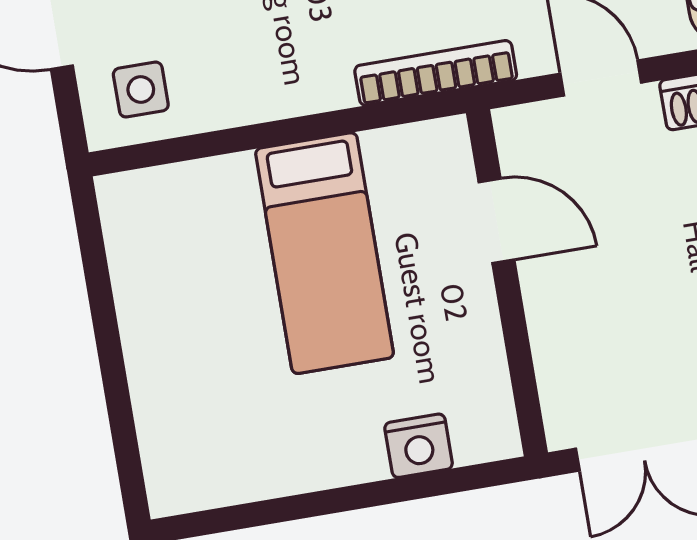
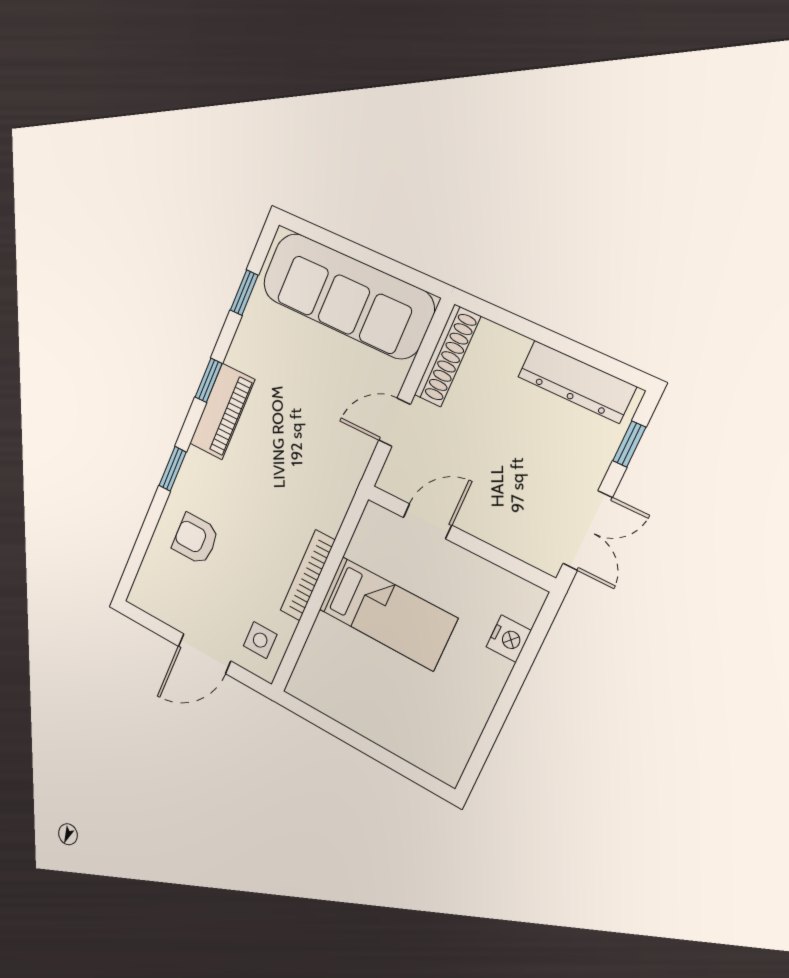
bookcase: (436, 73) -> (308, 575), moved

